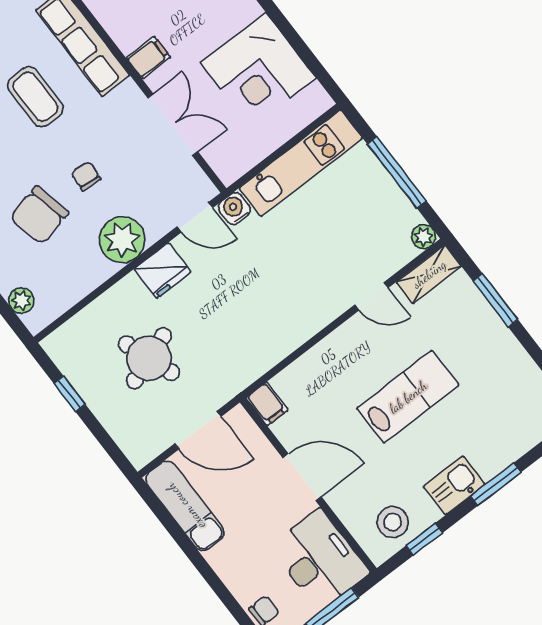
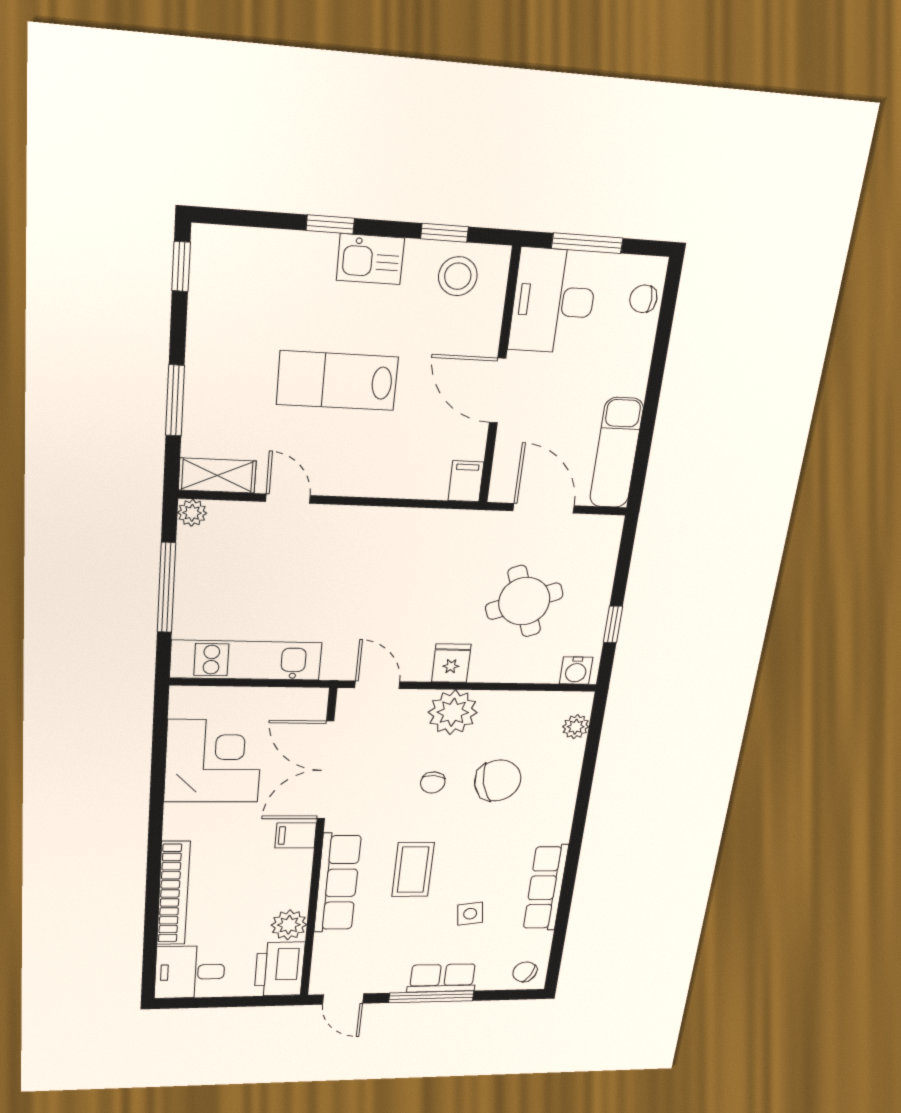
double door: (173, 125) -> (325, 770), width x1.37
water cooler: (234, 209) -> (576, 671), moved
fridge: (162, 270) -> (451, 663), width x0.72
window: (496, 484) -> (330, 224), width x0.67

